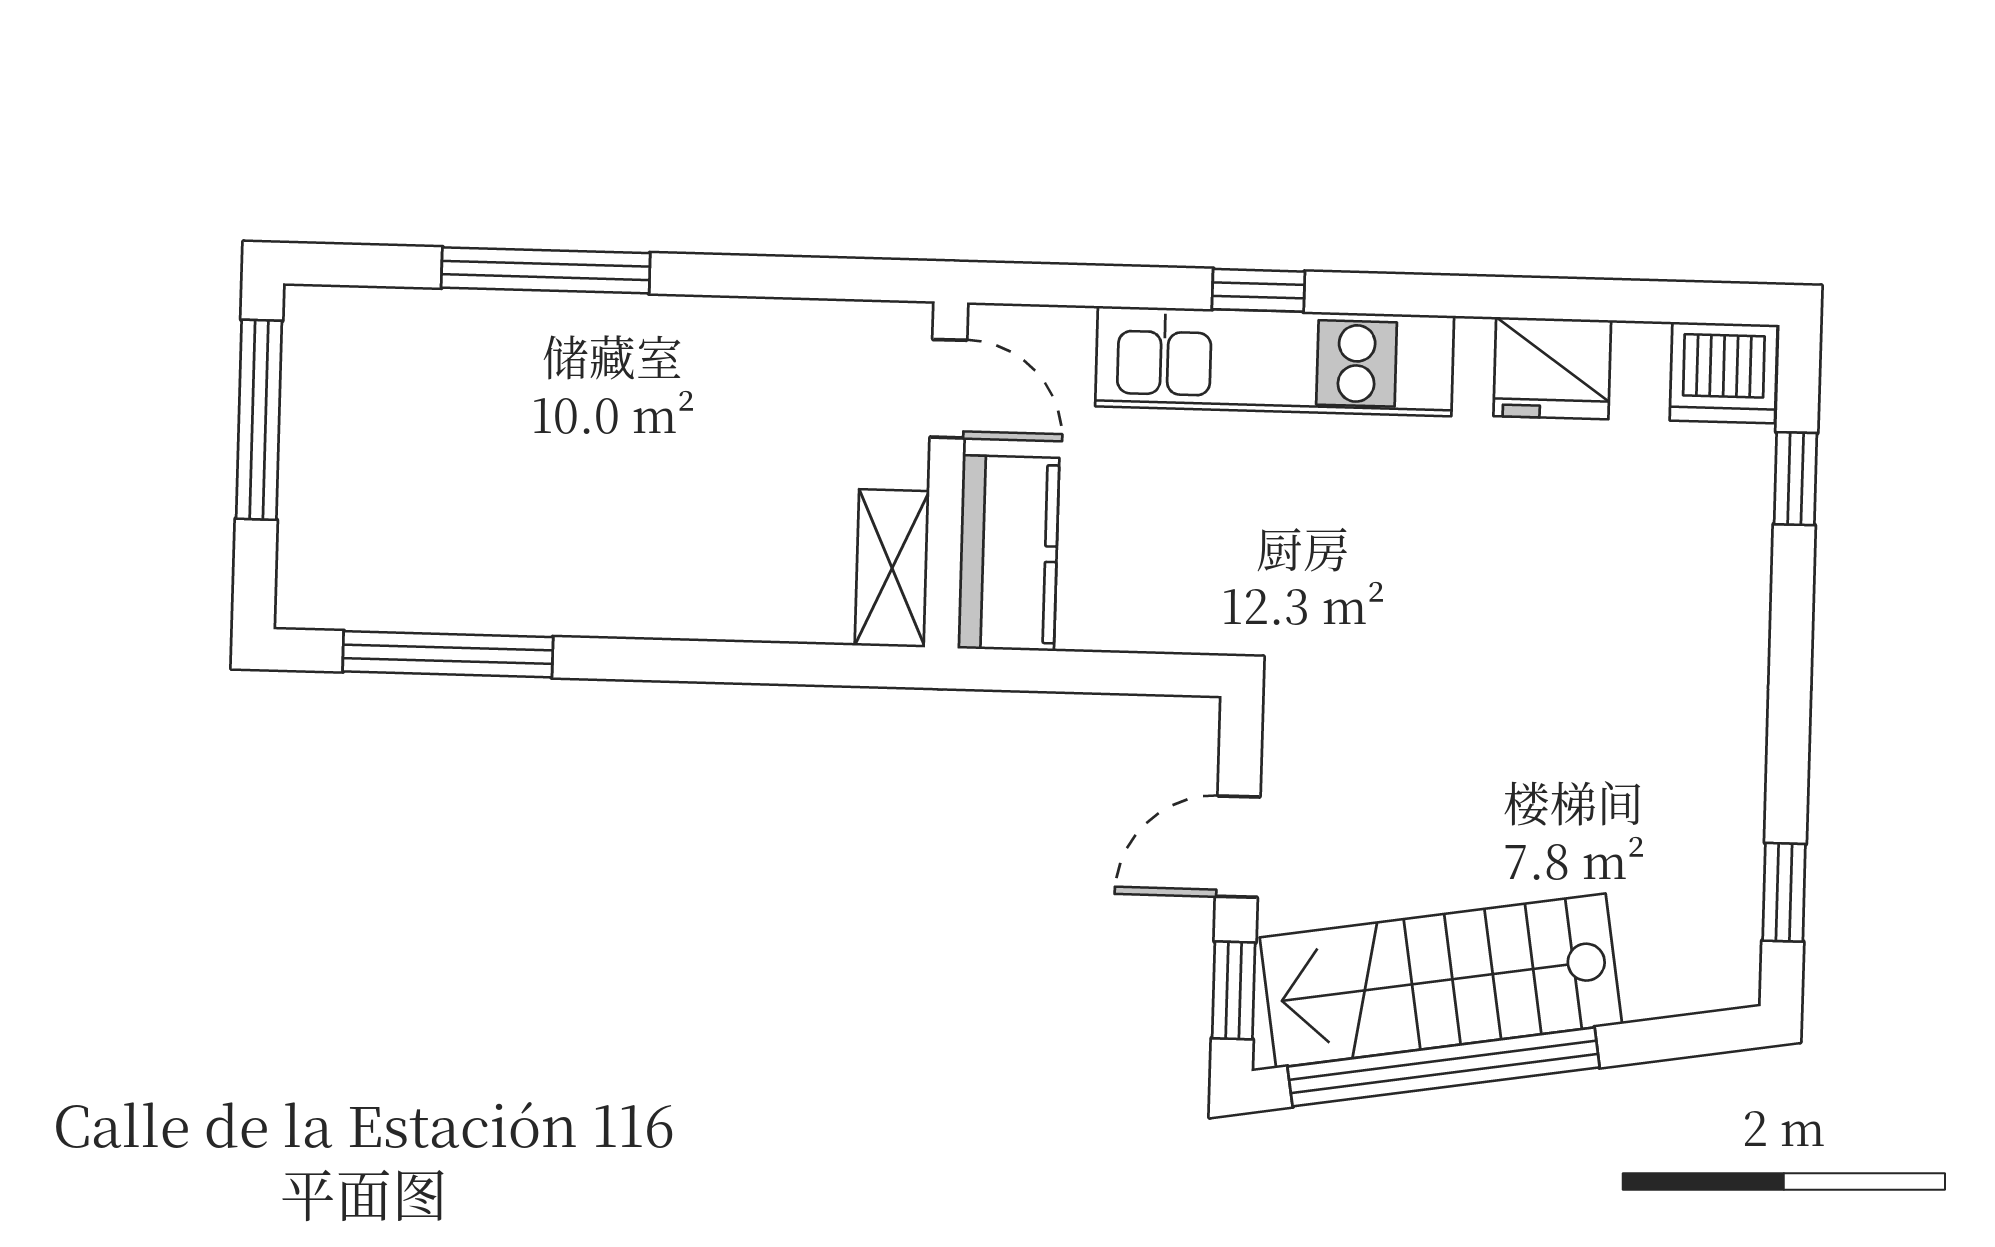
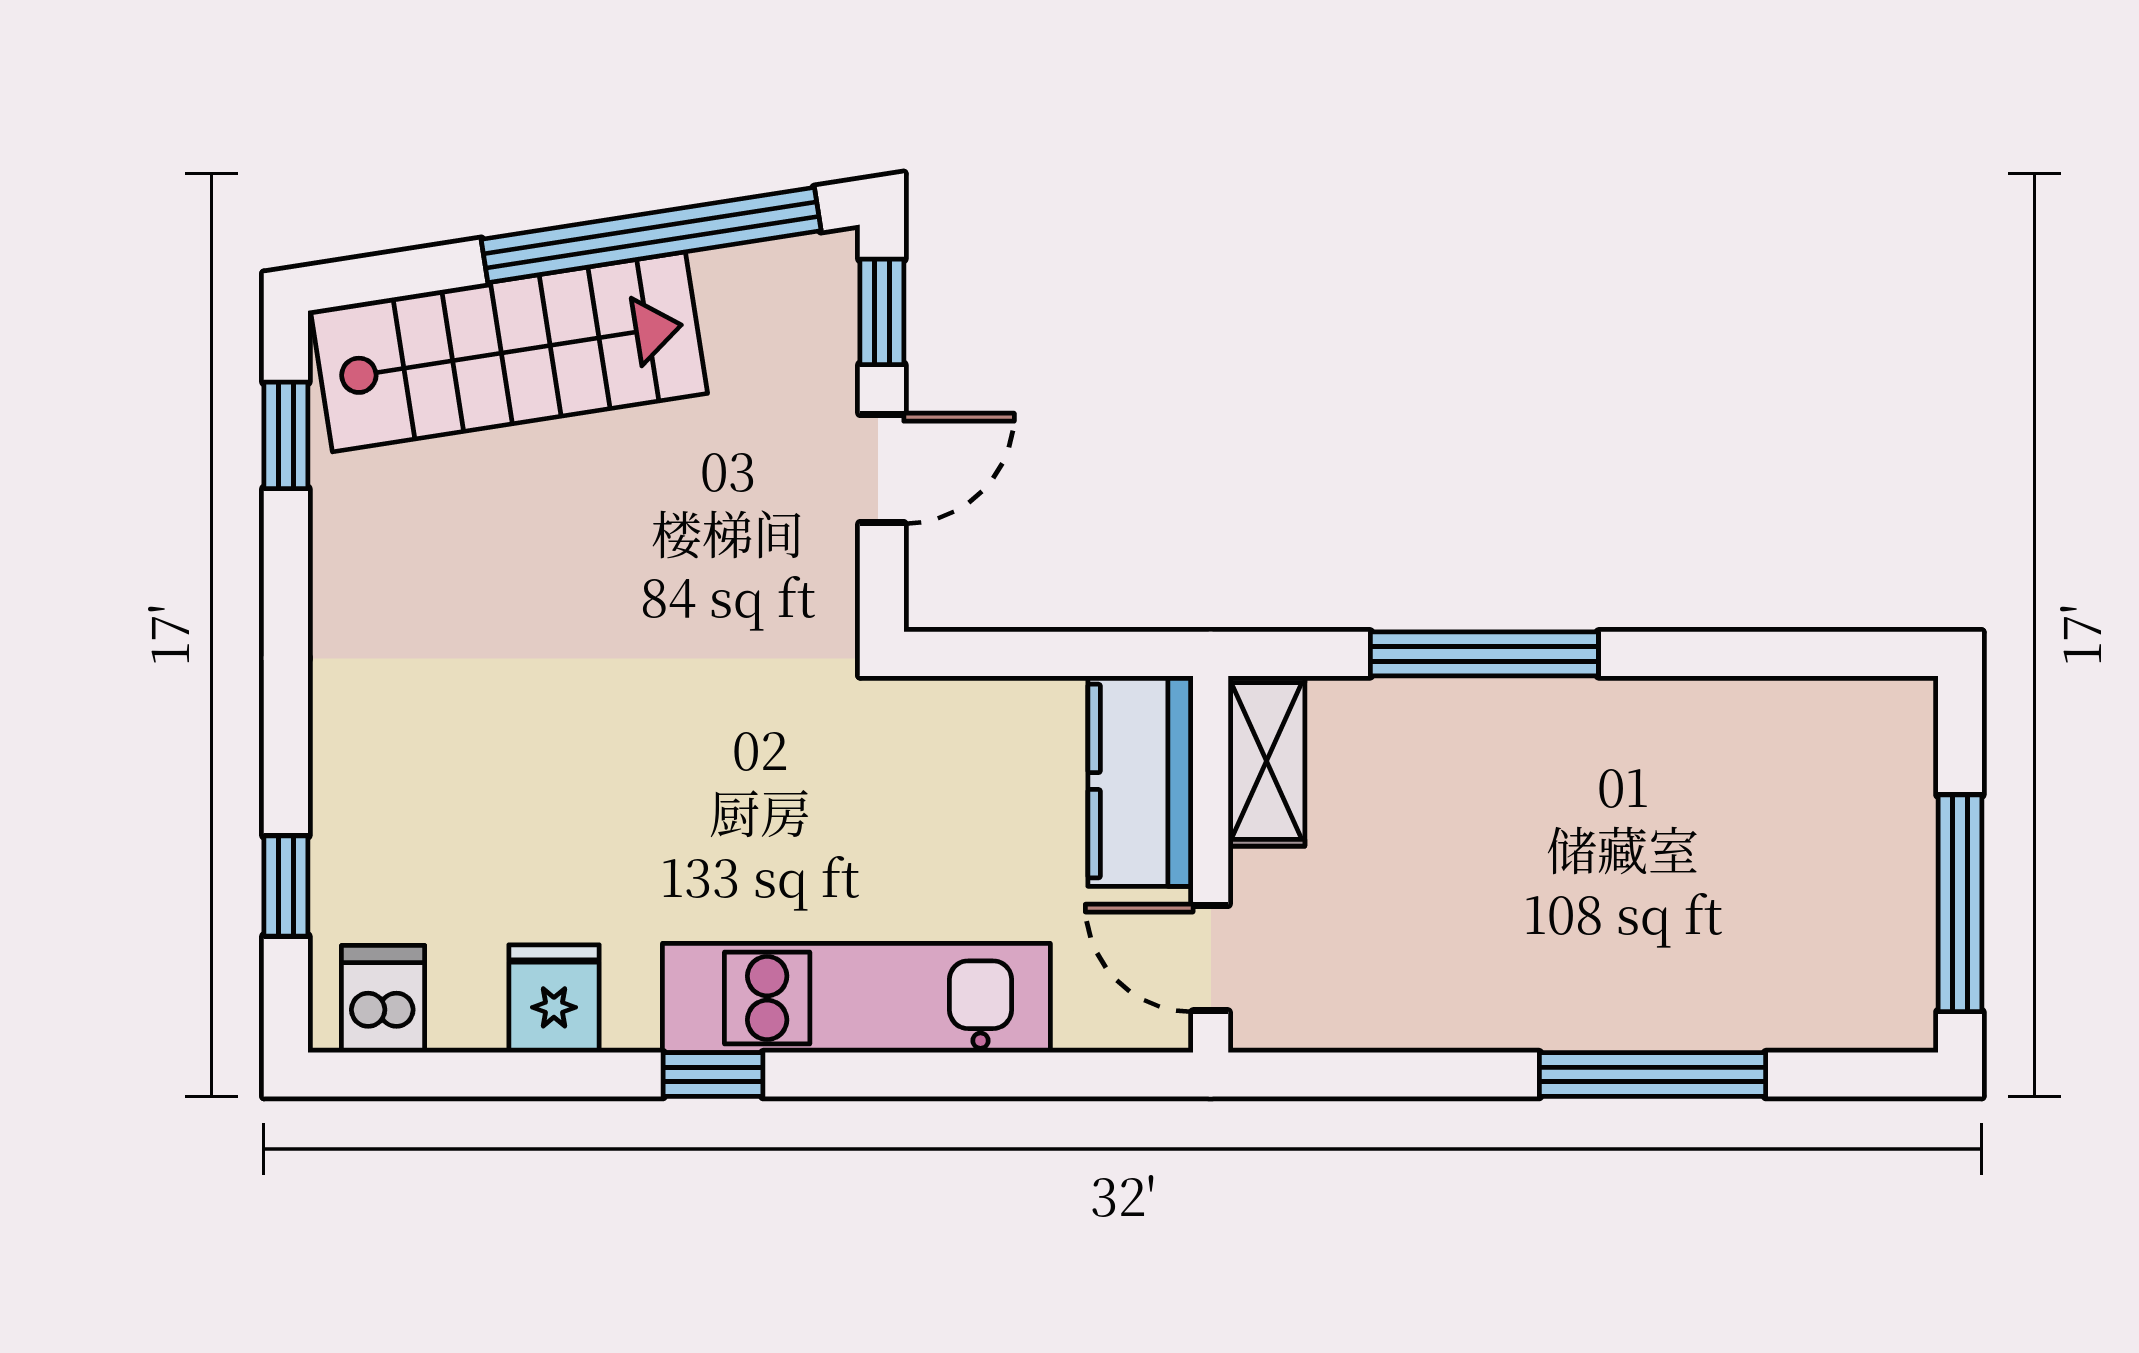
window: (1258, 290) -> (713, 1075), moved
fridge: (1552, 368) -> (554, 999), width x0.72
dishwasher: (1724, 373) -> (383, 999), width x0.73
window: (448, 654) -> (1484, 654), moved
stairs: (1441, 981) -> (509, 352), moved

